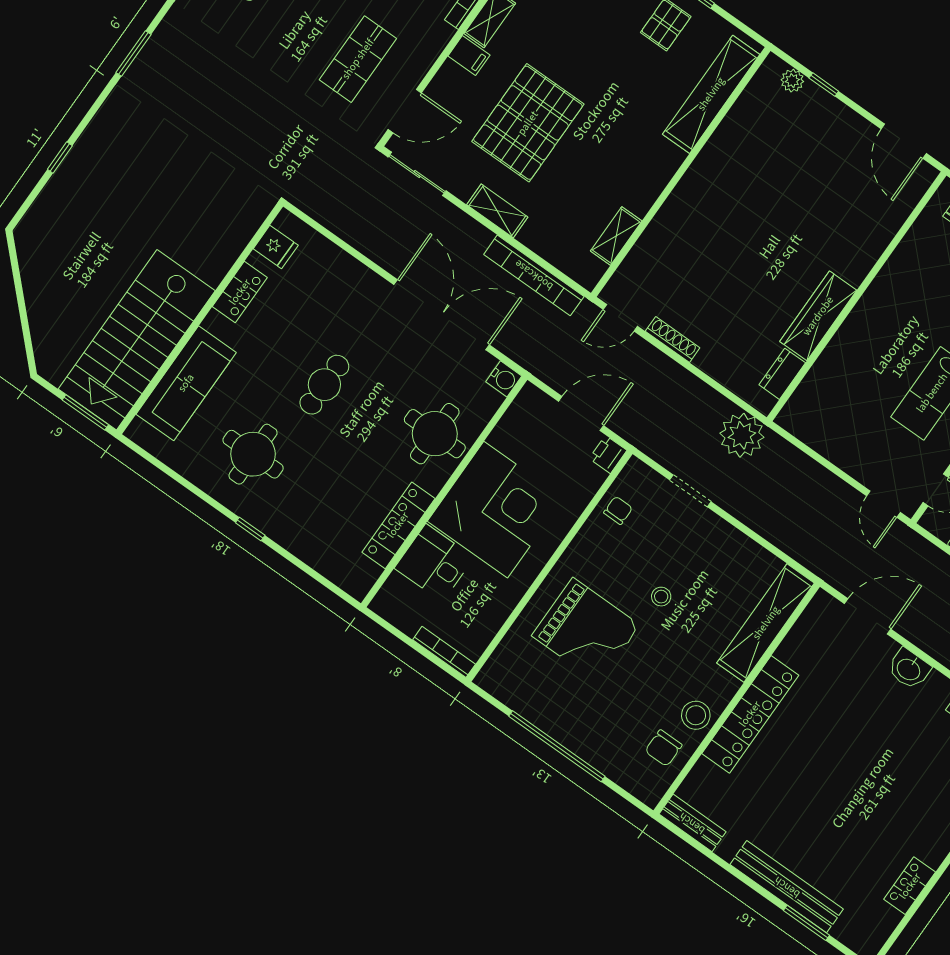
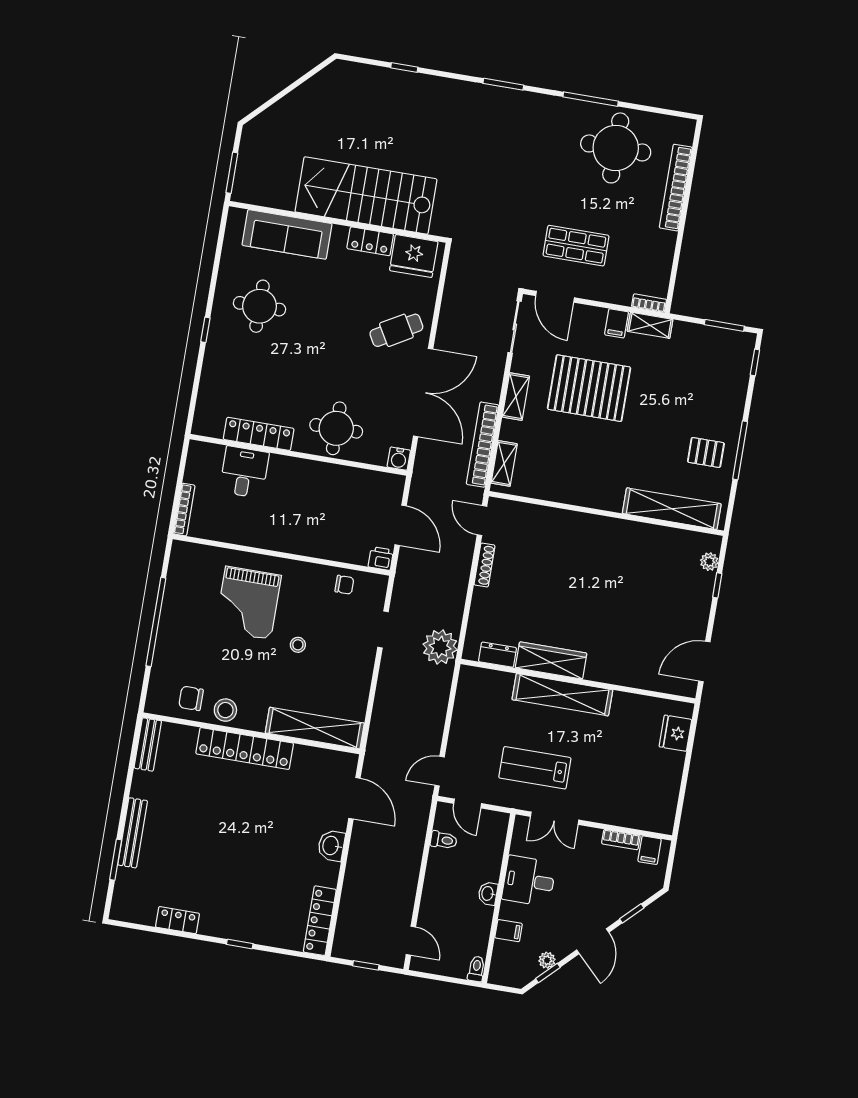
shelving: (616, 236) -> (504, 463), moved, turned 90
fridge: (276, 247) -> (414, 256), width x1.88, depth x1.34
shelving: (864, 322) -> (562, 695), added
stairs: (137, 340) -> (366, 195), moved
cafe table: (324, 385) -> (396, 330), moved, turned -30
corner desk: (496, 510) -> (303, 498), removed
bench: (787, 887) -> (133, 833), width x0.73, depth x0.82

